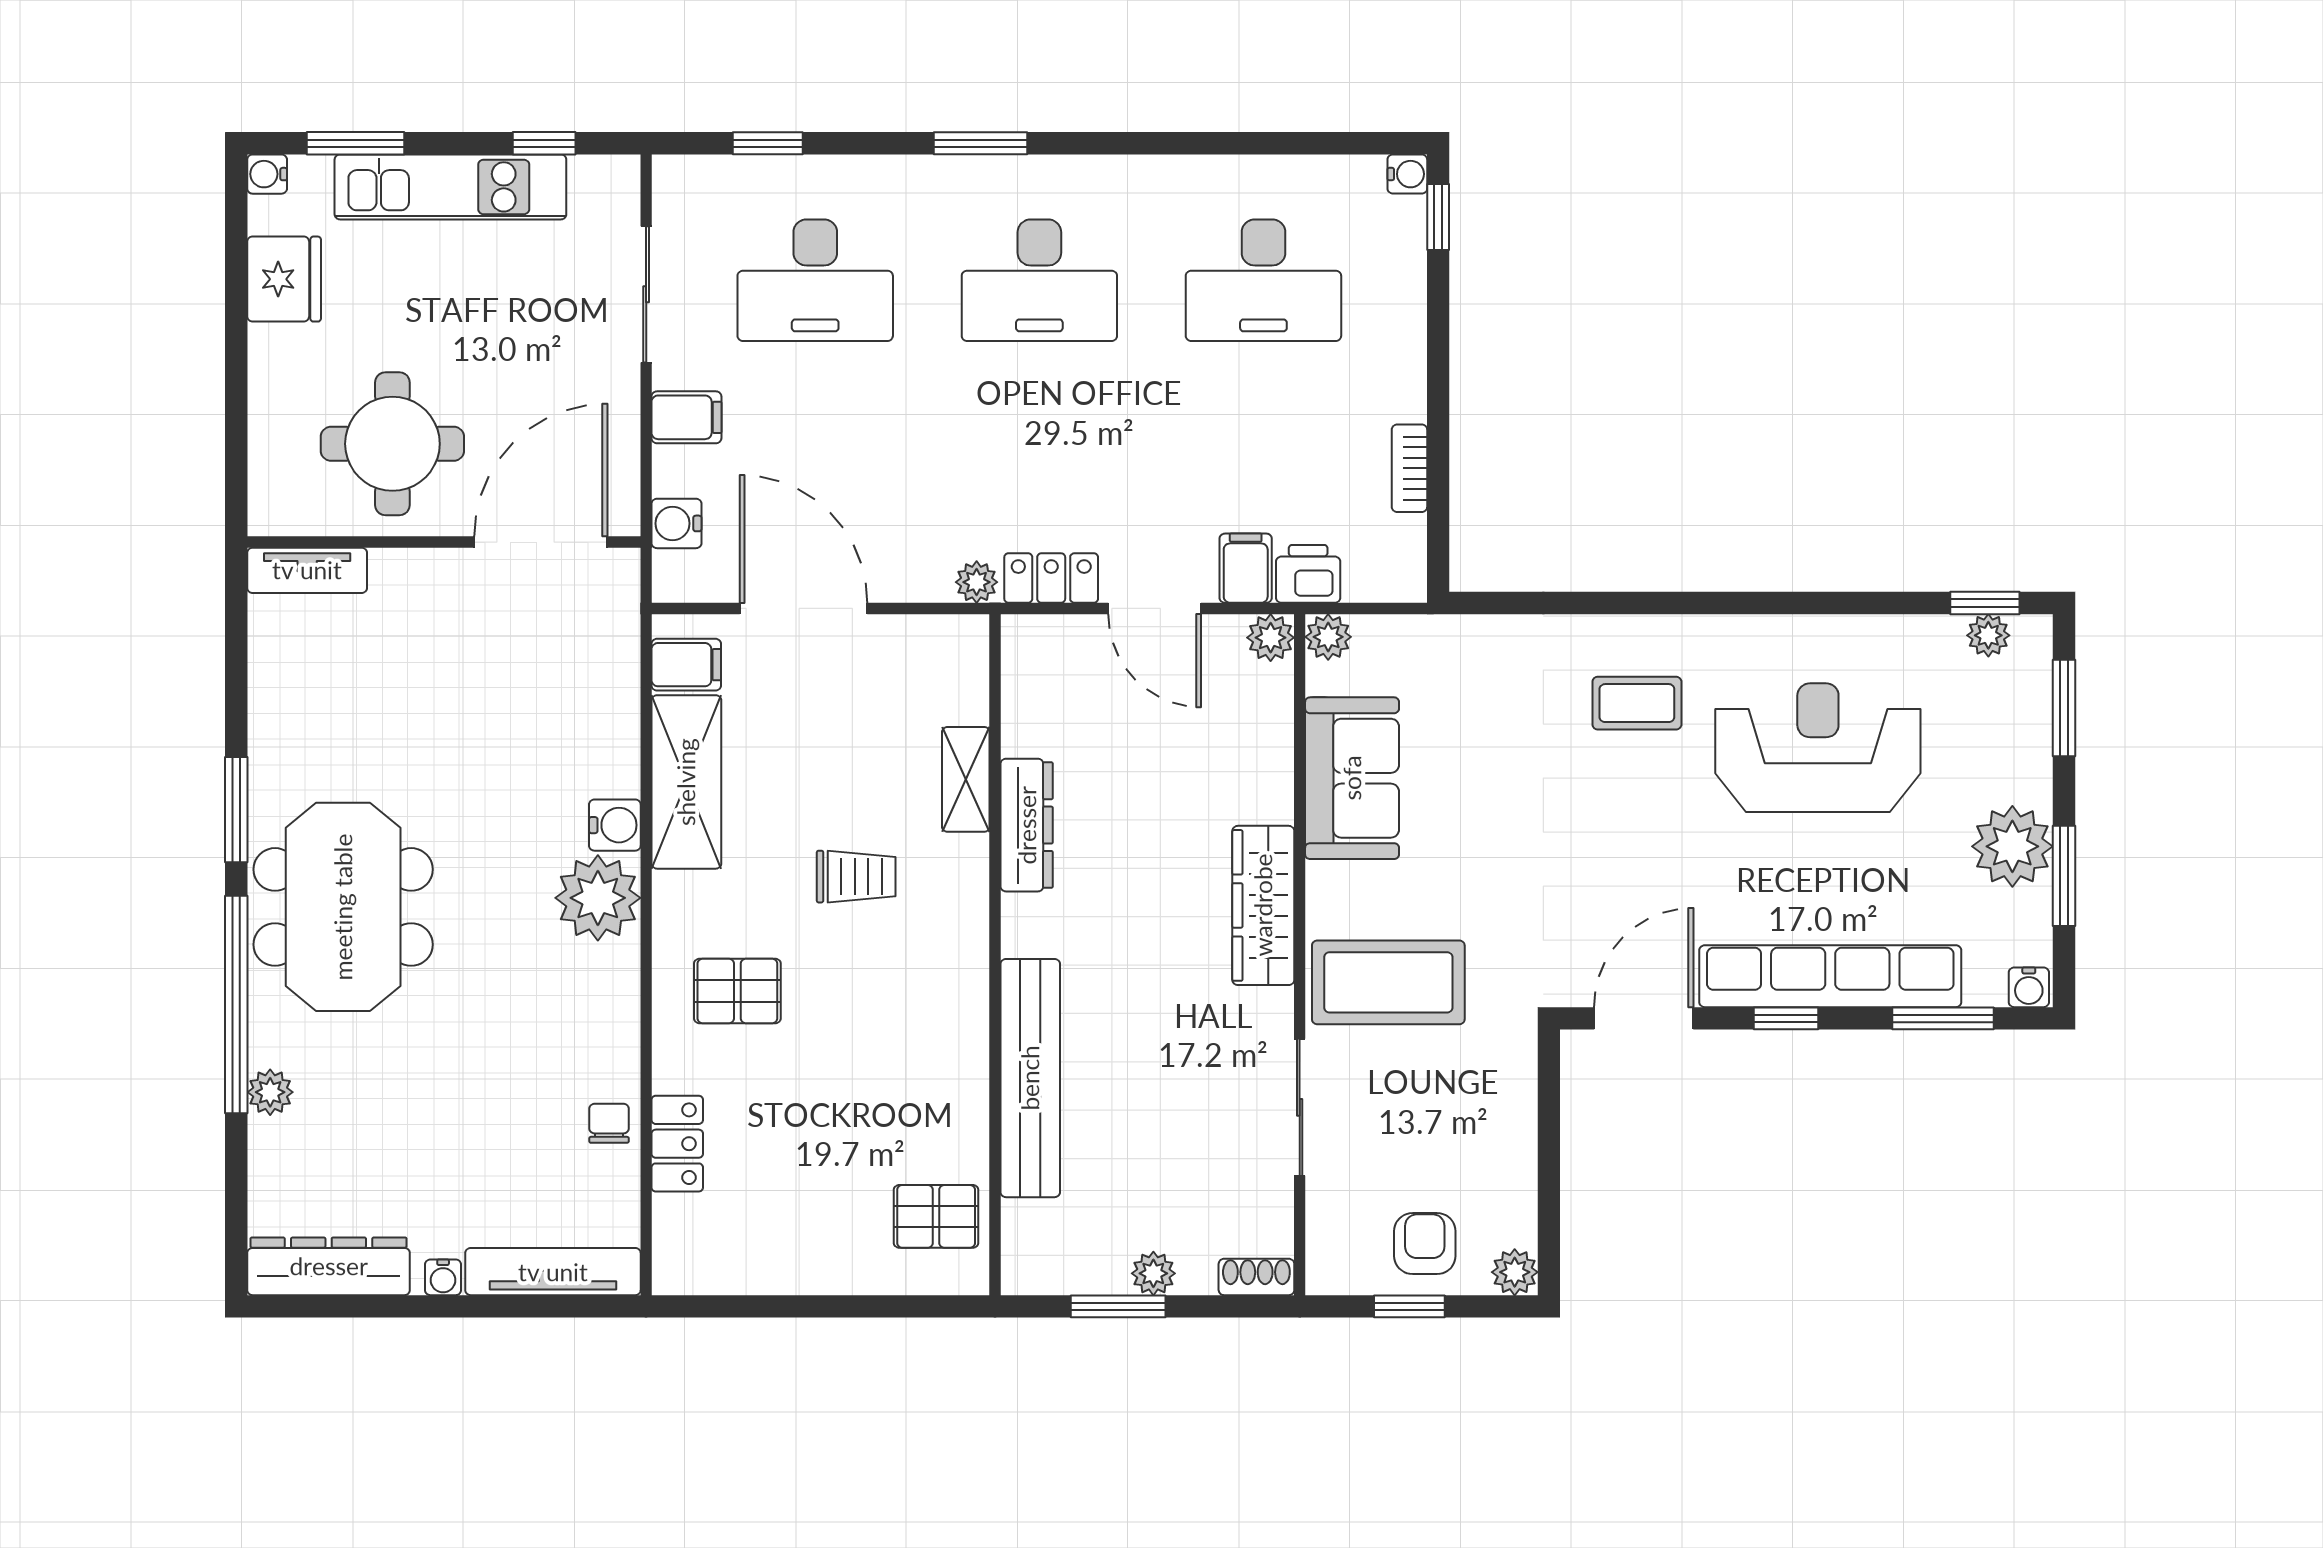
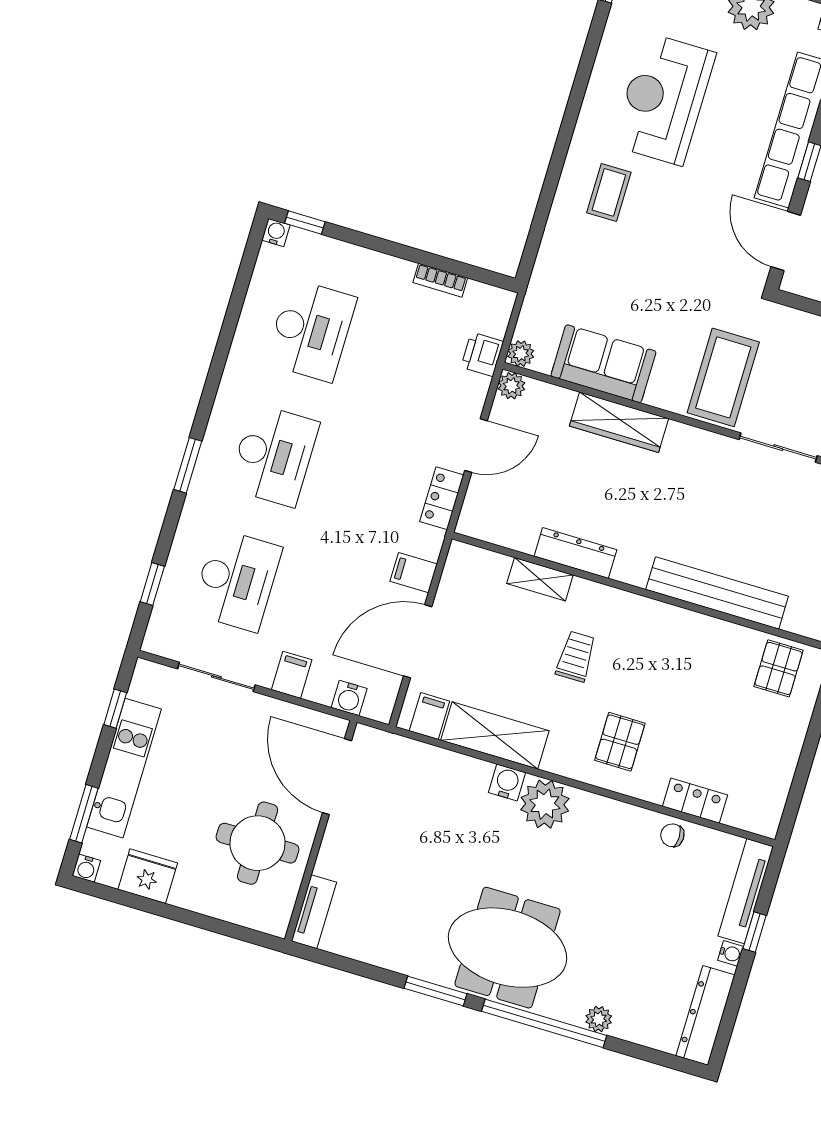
filing cabinet: (1246, 568) -> (414, 573), moved
plant: (977, 582) -> (432, 540), removed
wardrobe: (1263, 905) -> (619, 422), moved
window: (490, 1306) -> (755, 932), added

